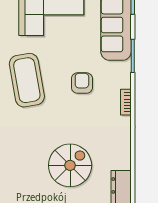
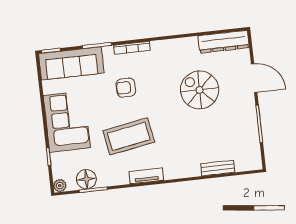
bookcase: (126, 102) -> (132, 48), width x1.56

